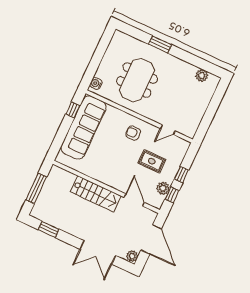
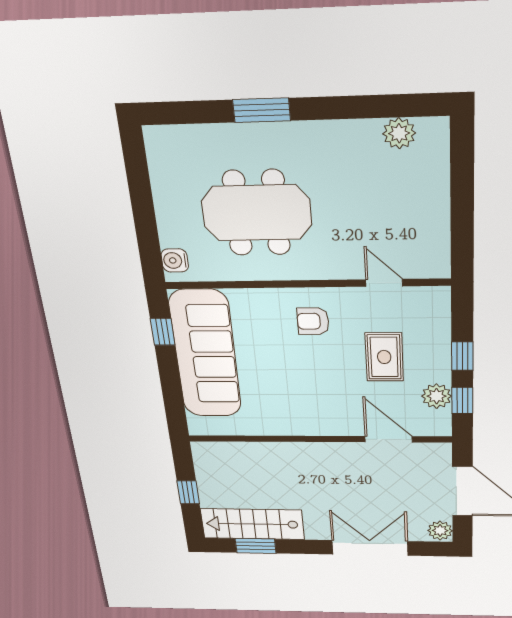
meeting table: (137, 80) -> (257, 213), turned 90
door: (168, 130) -> (384, 283), swing flipped
rug: (152, 161) -> (384, 357), turned 90
window: (36, 188) -> (188, 492), width x0.46
stairs: (96, 194) -> (252, 524), moved, turned 180
double door: (98, 252) -> (370, 548), swing flipped

